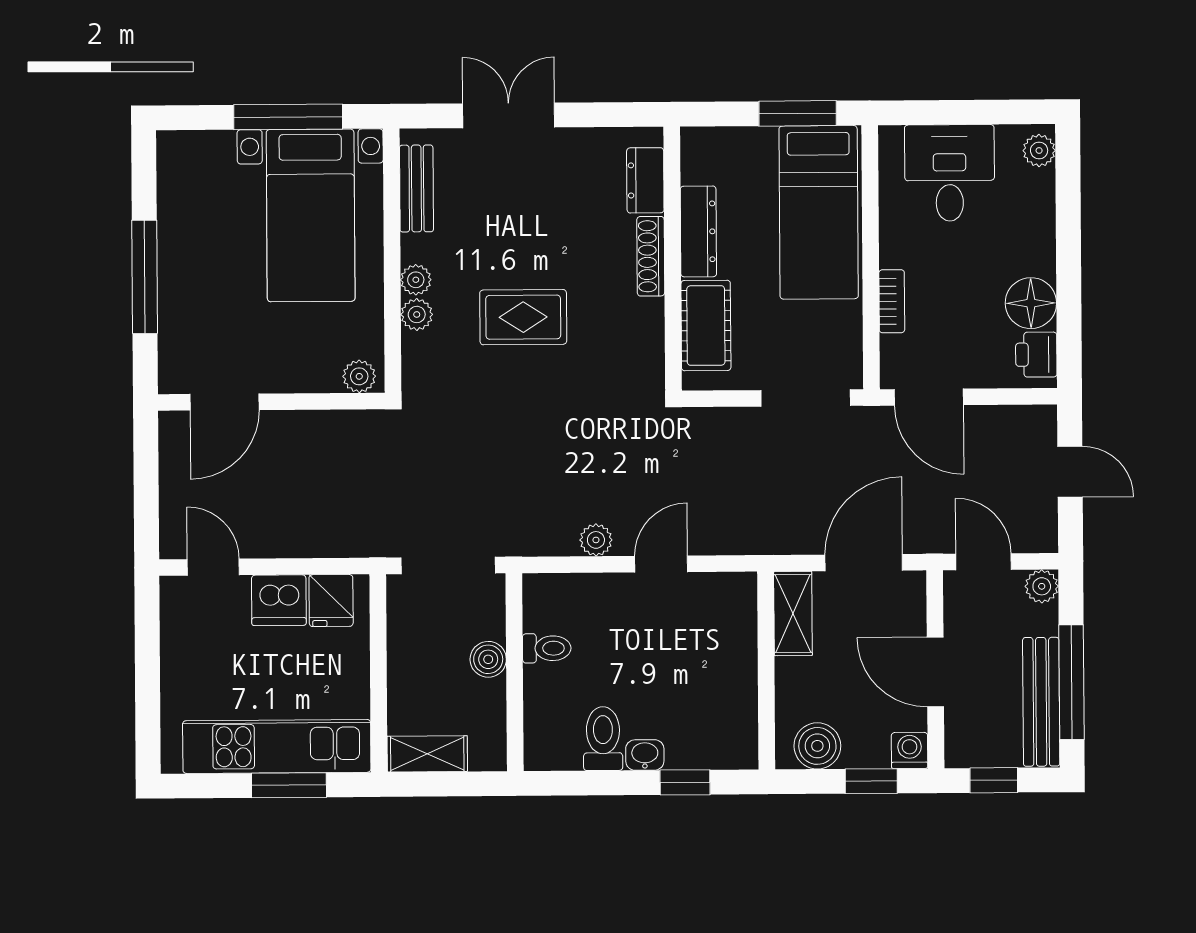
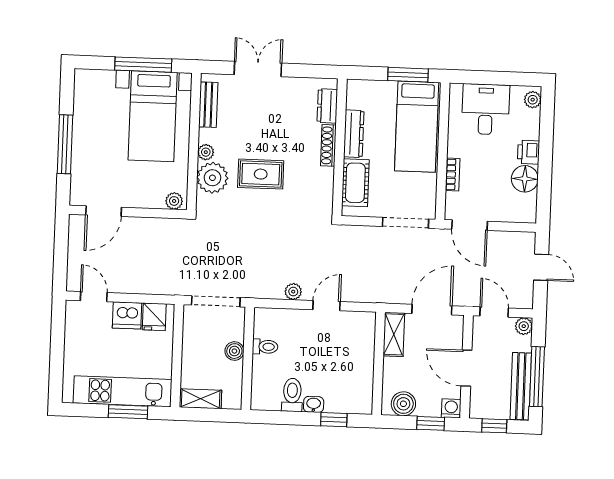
plant: (417, 314) -> (212, 178), width x1.88, depth x1.88
printer: (1036, 355) -> (528, 152), moved

